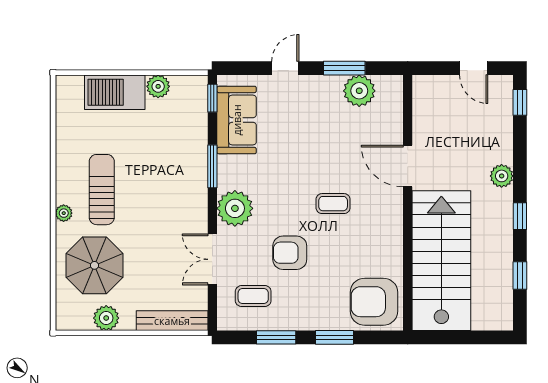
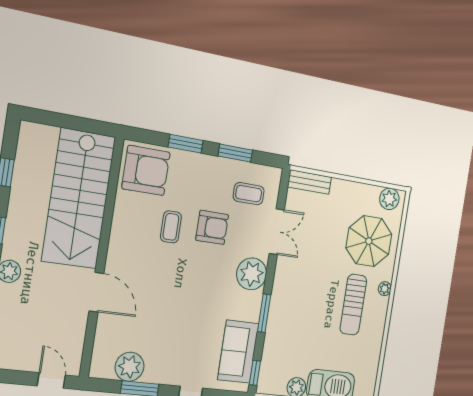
door: (474, 68) -> (51, 380), moved
coffee table: (333, 204) -> (171, 227), moved, turned 90
plant: (106, 318) -> (389, 199), moved
bench: (172, 321) -> (309, 182), width x0.73

